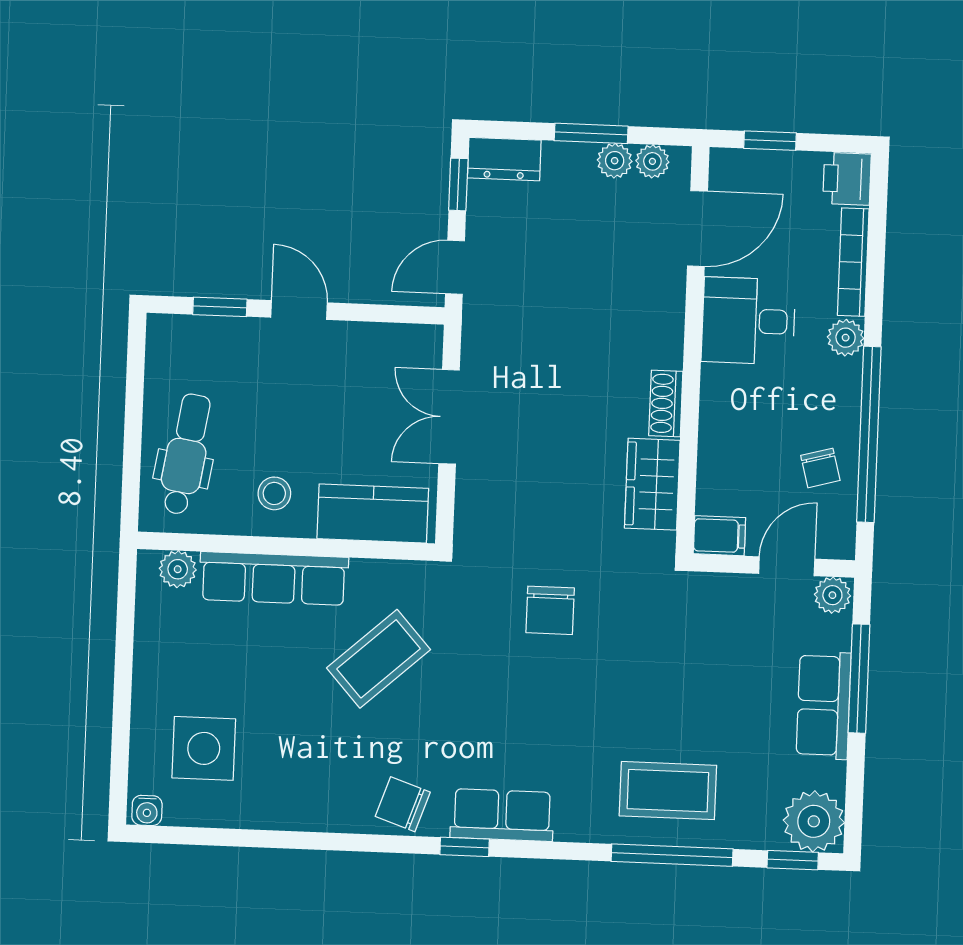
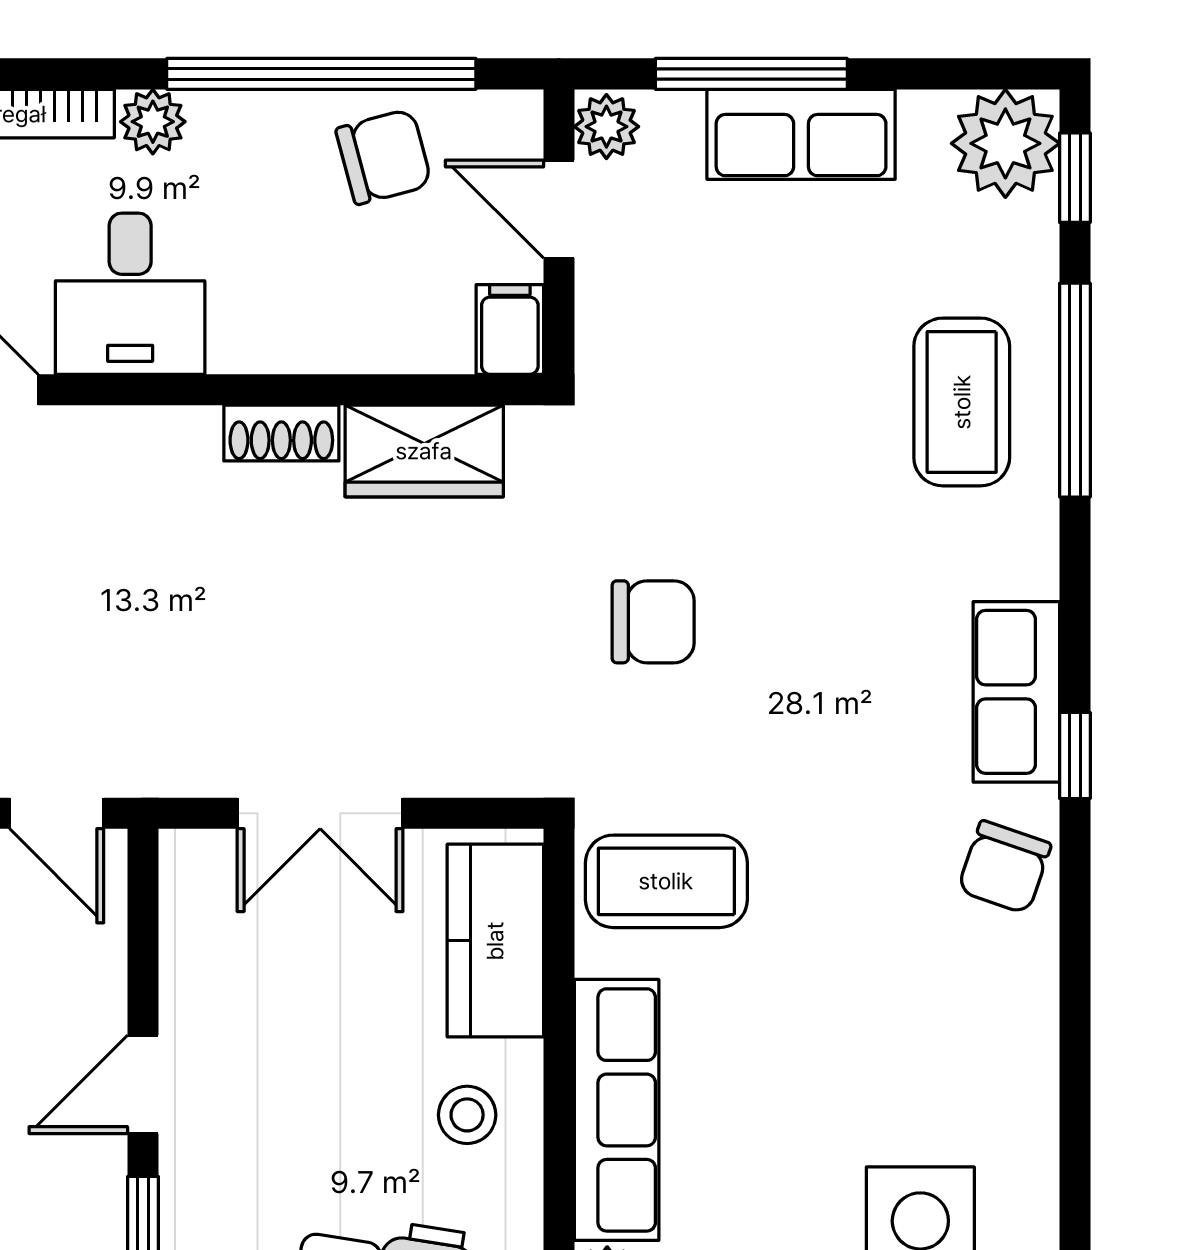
chair: (820, 468) -> (384, 157), width x1.37, depth x1.37
coffee table: (379, 659) -> (666, 881), moved, turned -48

